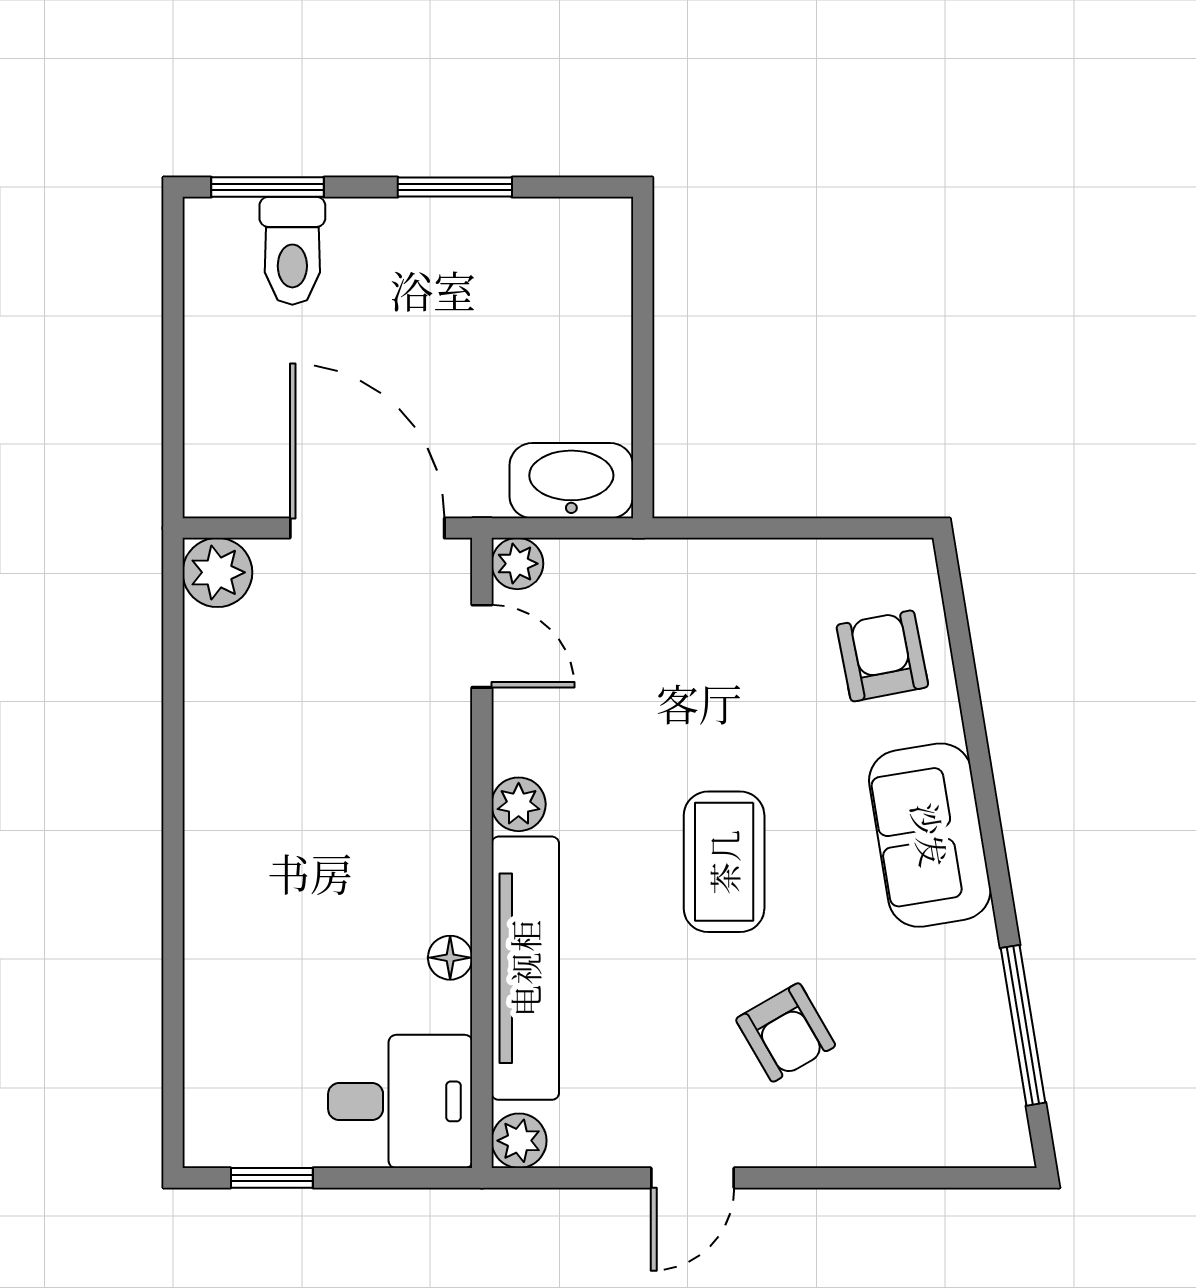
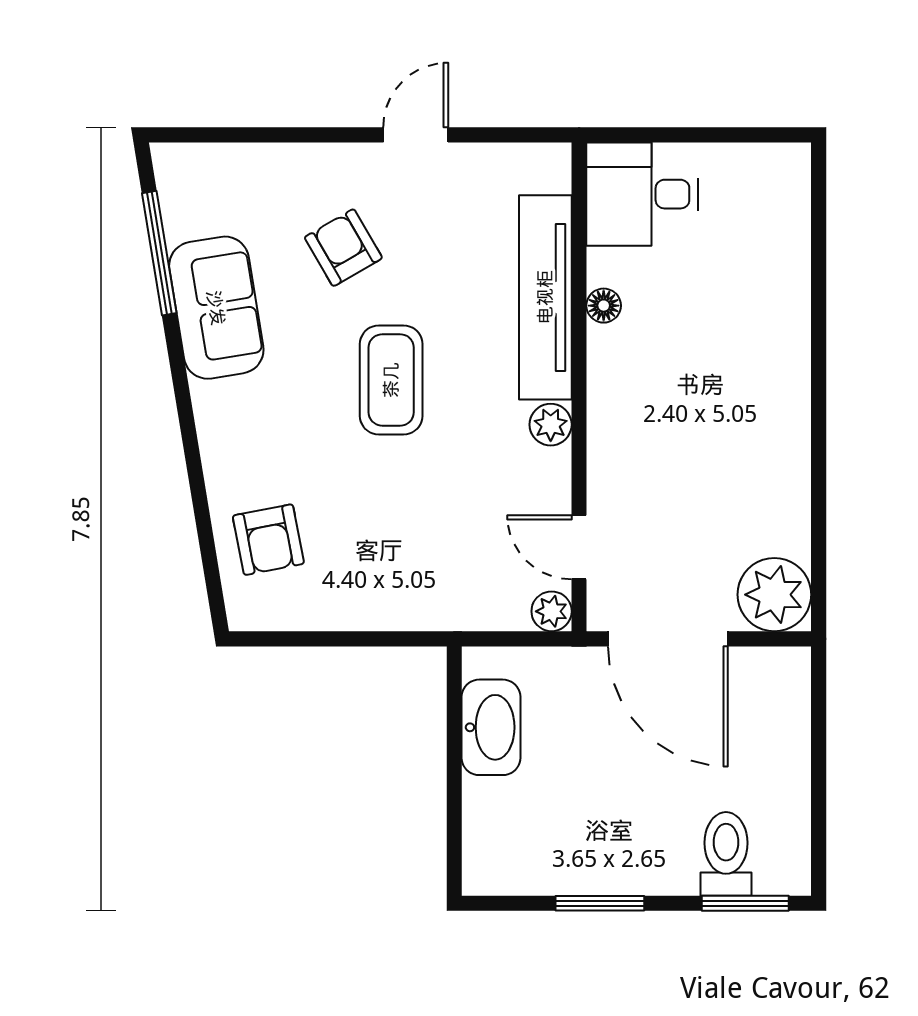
washbasin: (571, 481) -> (491, 727), moved, turned -90
plant: (217, 572) -> (774, 595), width x1.36, depth x1.36
sofa: (930, 835) -> (216, 308), moved
plant: (519, 1141) -> (550, 164), removed
window: (272, 1178) -> (742, 135), removed

